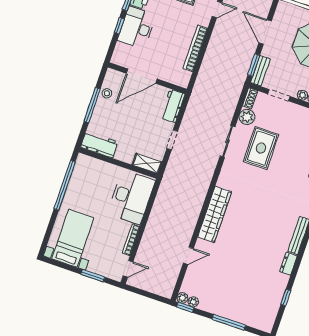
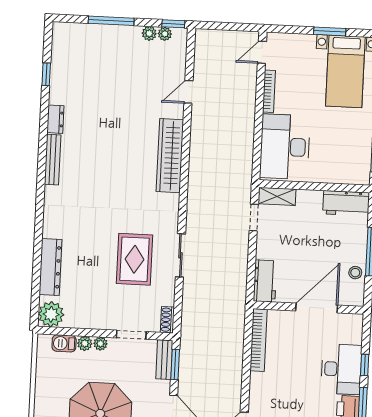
bookcase: (195, 48) -> (259, 340), moved
plant: (247, 117) -> (164, 294), removed
doorway: (172, 140) -> (254, 218), moved
window: (93, 276) -> (330, 31), moved
plant: (182, 298) -> (149, 33), moved

